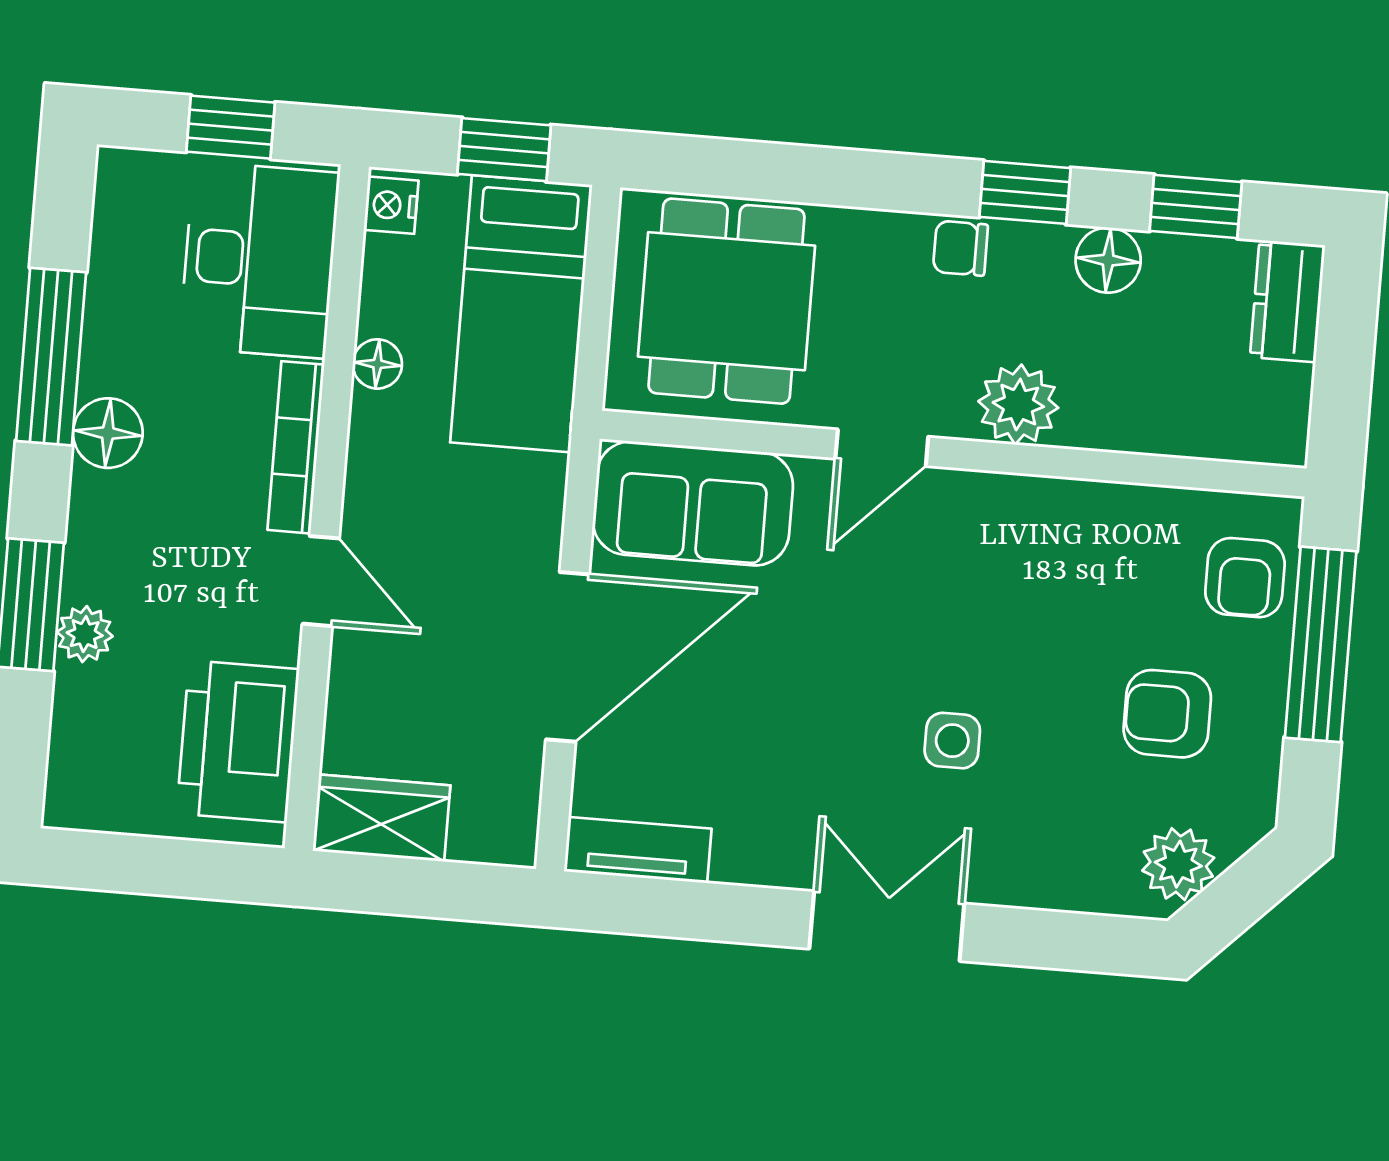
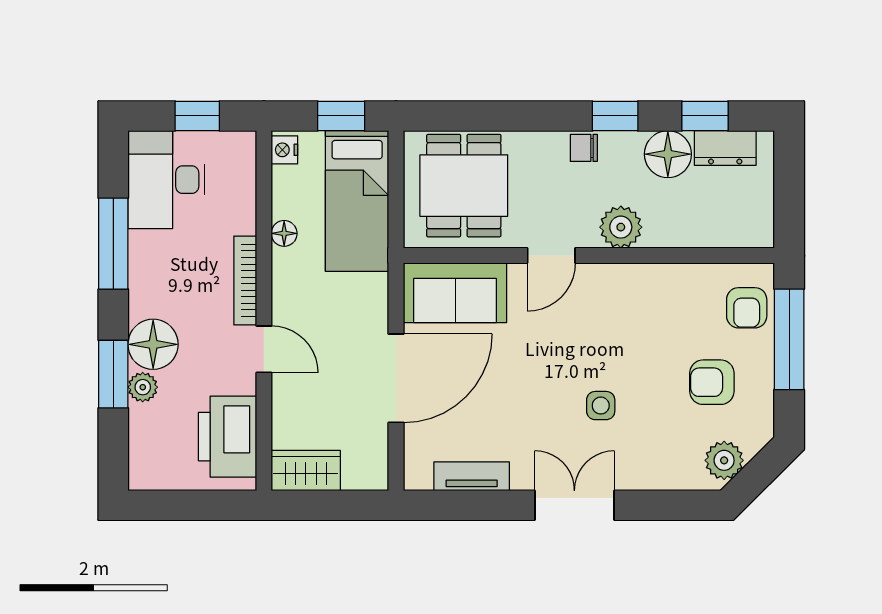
desk: (259, 260) -> (166, 180), moved, turned 180
floor lamp: (1108, 260) -> (668, 154), width x1.38, depth x1.38
dresser: (1288, 301) -> (725, 148), moved, turned -90
floor lamp: (108, 433) -> (153, 344), moved, width x1.38, depth x1.38
tv unit: (638, 850) -> (472, 476), moved

